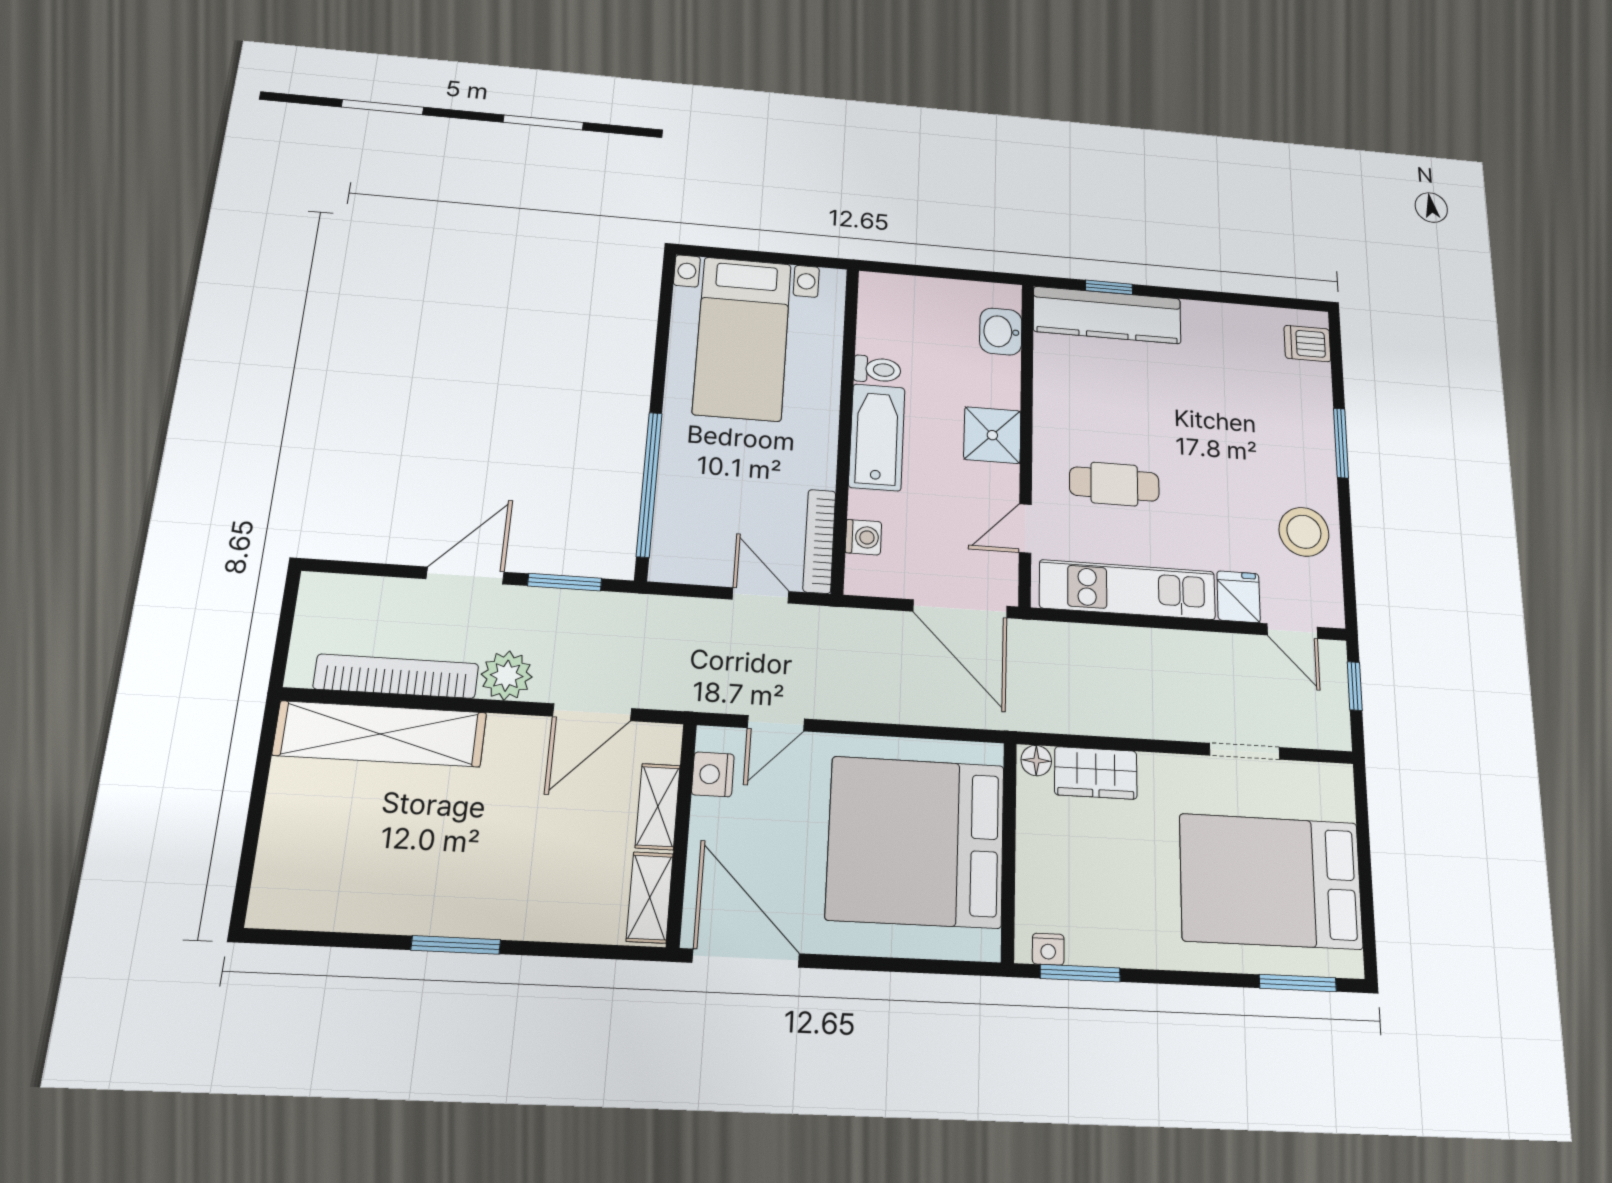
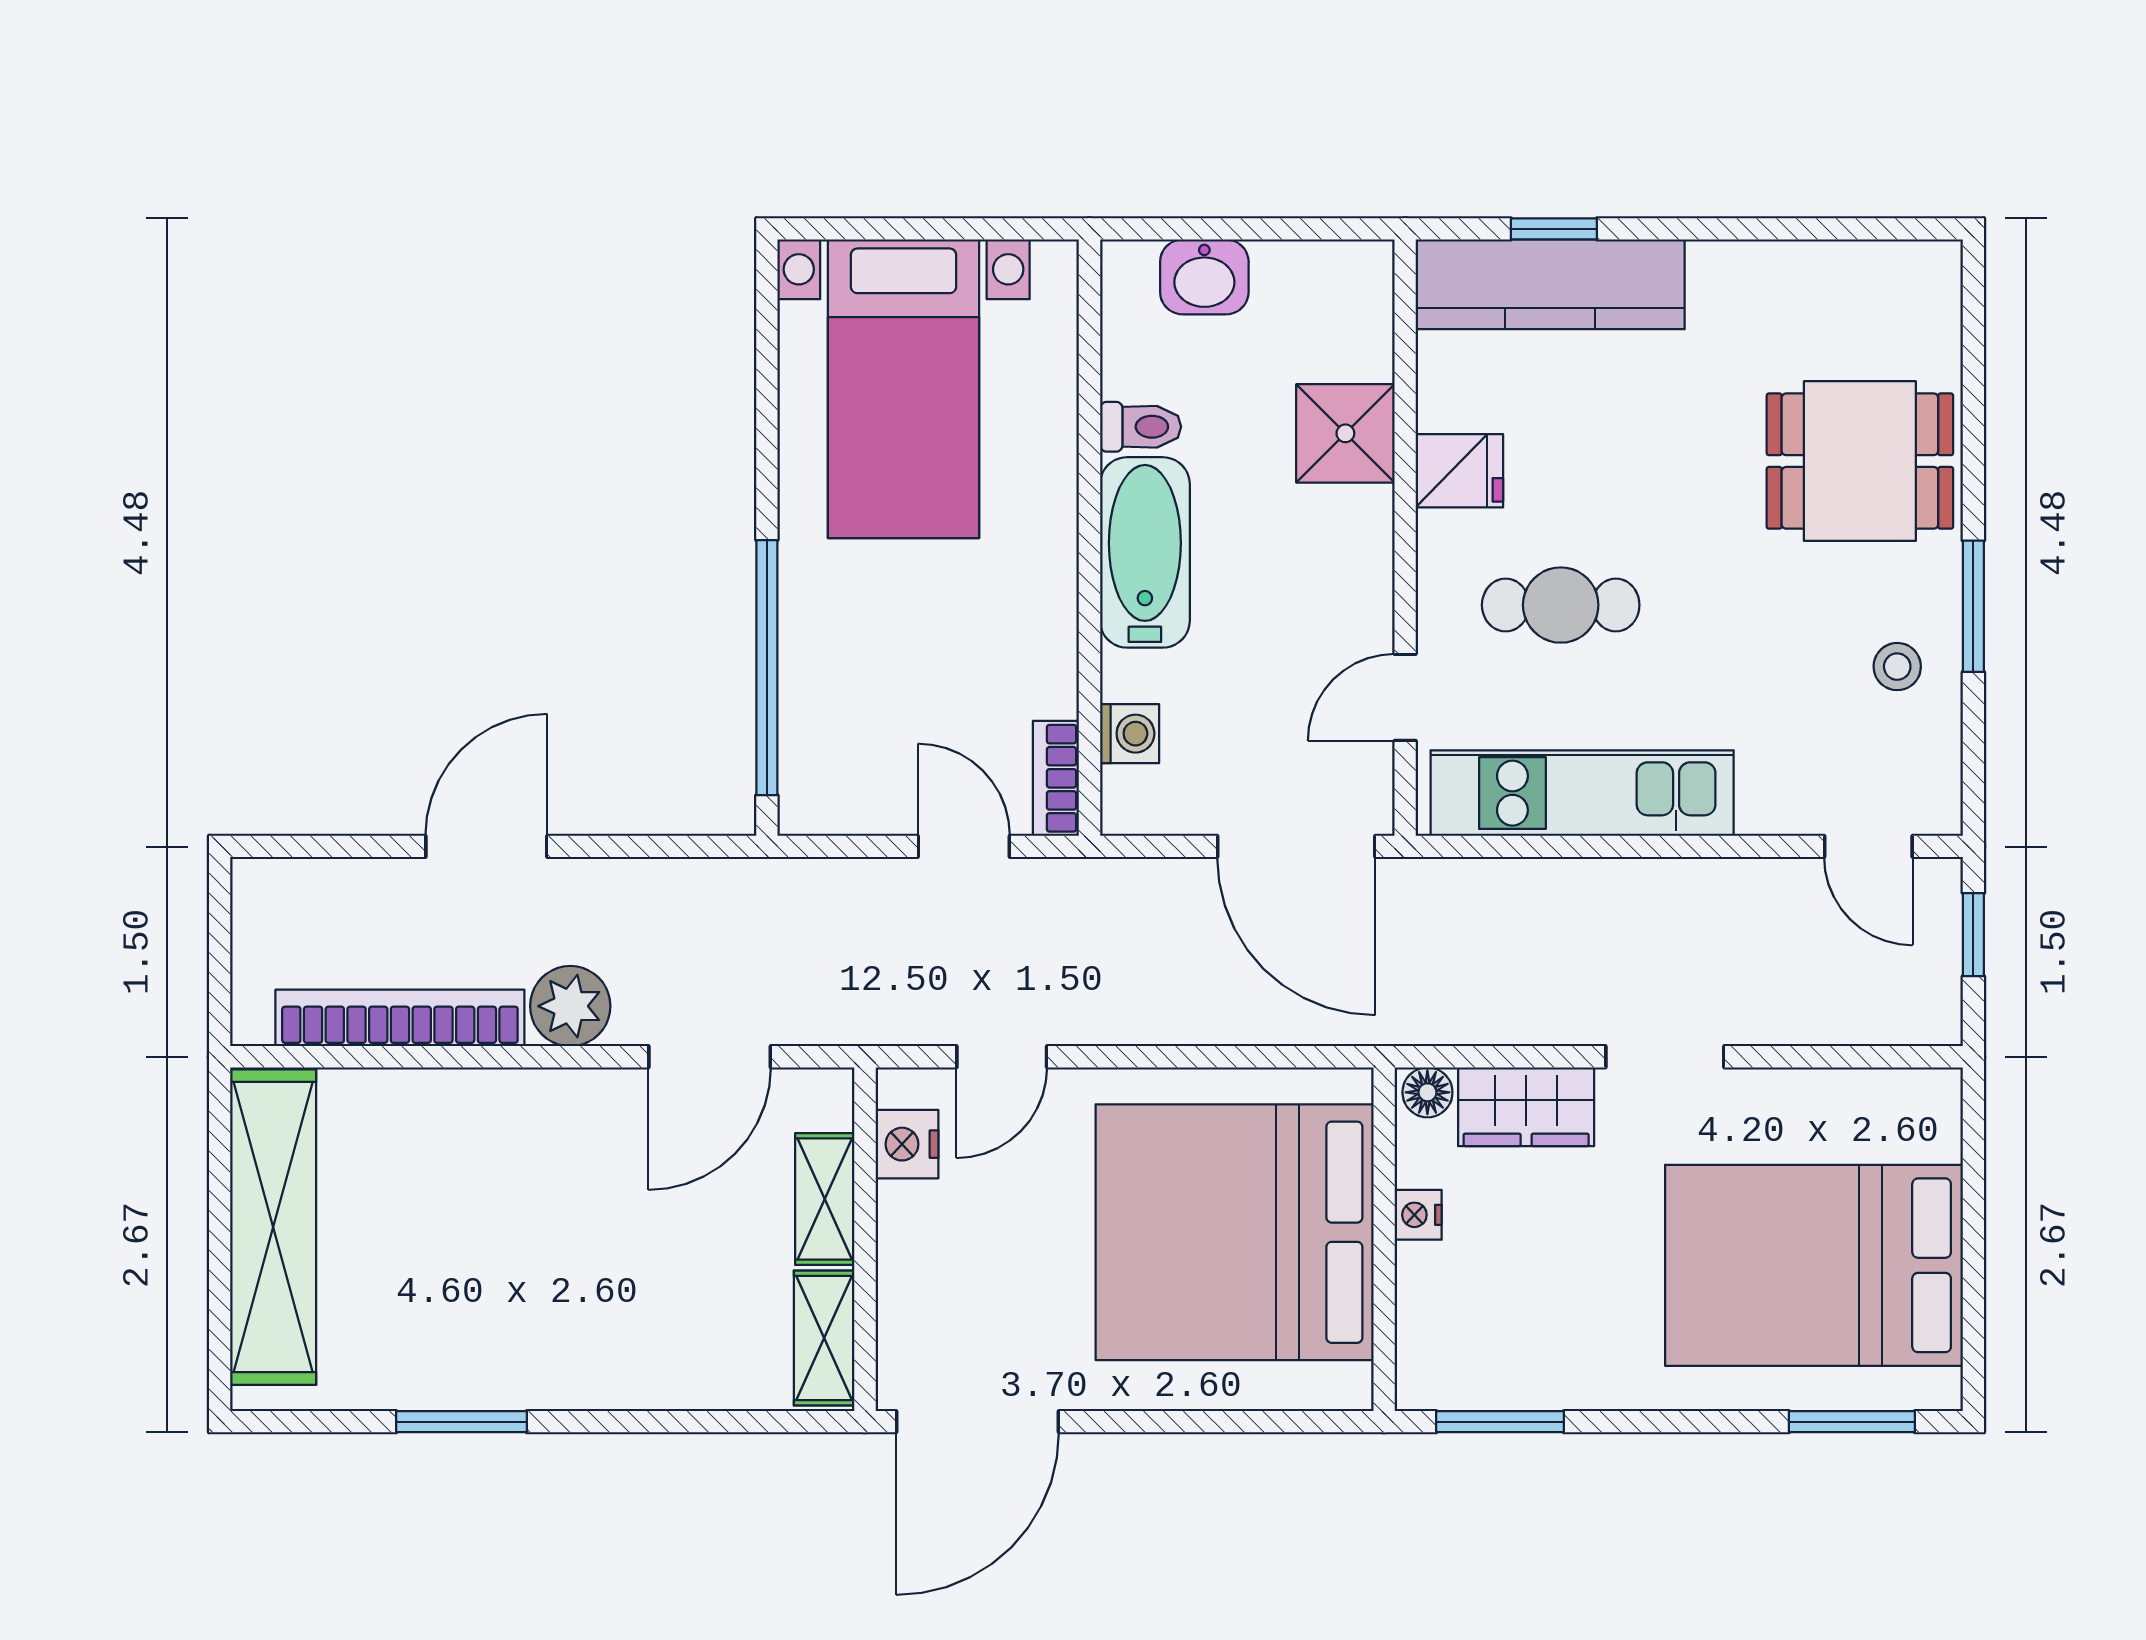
washbasin: (1001, 331) -> (1204, 277), moved, turned -90
dishwasher: (1307, 343) -> (1921, 307), removed
dining table: (1278, 420) -> (1860, 461), added
shower: (992, 435) -> (1345, 433), moved
window: (1341, 443) -> (1973, 606), moved
stool: (1304, 532) -> (1897, 667), width x0.53, depth x0.53
bookcase: (819, 541) -> (1056, 778), width x0.64
window: (565, 582) -> (645, 846), removed
fridge: (1239, 597) -> (1459, 471), moved, turned 90
shelving: (380, 734) -> (273, 1227), moved, turned 90
doorway: (1245, 751) -> (1665, 1057), moved
window: (456, 945) -> (461, 1422), moved
nightstand: (1048, 949) -> (1418, 1215), moved, turned 90
door: (746, 958) -> (978, 1422), swing flipped

